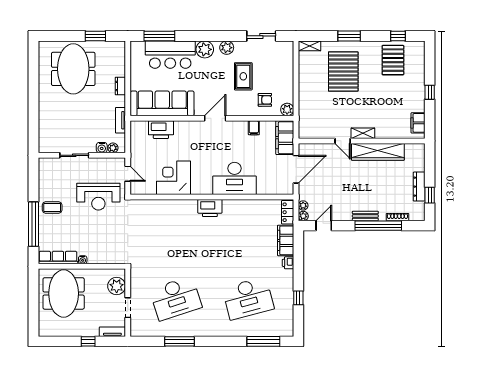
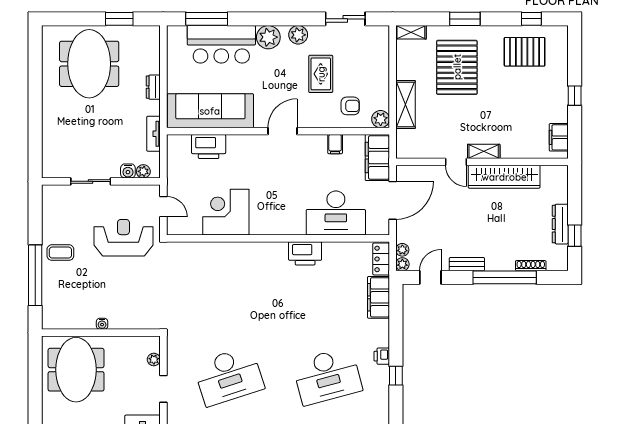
pallet: (393, 60) -> (525, 52), turned 90
shelving: (305, 99) -> (405, 104), added
desk: (235, 178) -> (336, 213), moved
reception desk: (98, 197) -> (123, 238), turned 180
printer: (210, 208) -> (305, 253), moved
bench: (365, 216) -> (467, 264), moved
row of seats: (58, 258) -> (68, 321), removed
printer: (288, 263) -> (382, 356), moved
plant: (117, 286) -> (154, 359), width x0.53, depth x0.53

